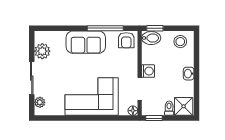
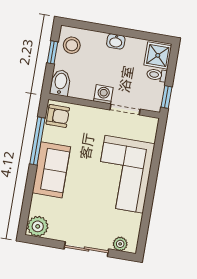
window: (155, 28) -> (52, 52), moved
plant: (42, 51) -> (38, 226), moved
floor lamp: (133, 111) -> (152, 123), removed

